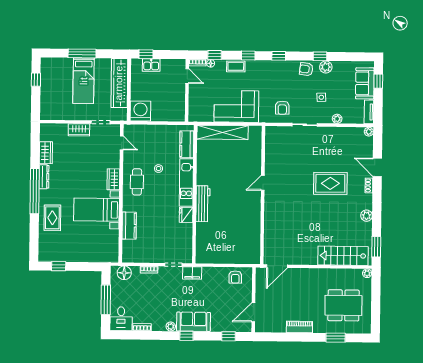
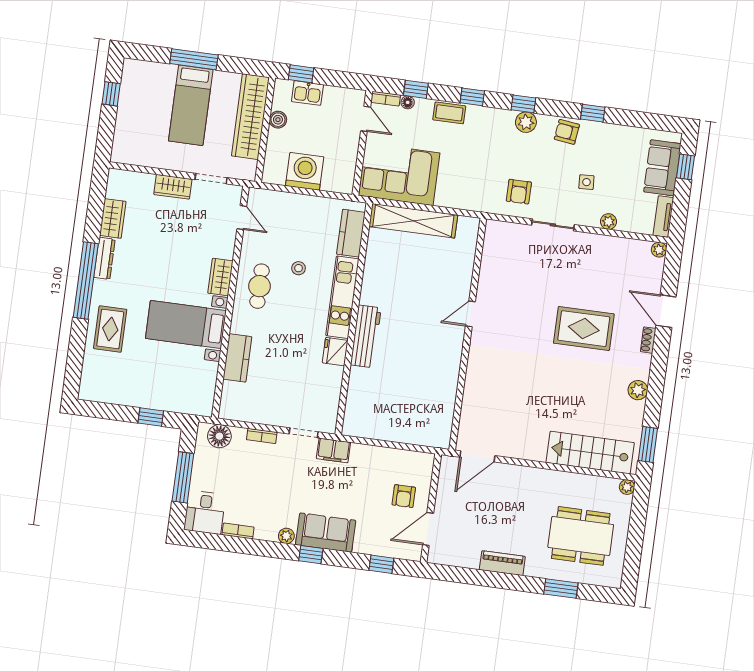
plant: (326, 67) -> (526, 122), moved
boiler: (136, 83) -> (278, 120), added
corner sofa: (236, 106) -> (399, 174), moved
washing machine: (140, 111) -> (305, 171), moved
window: (59, 266) -> (151, 417), moved
armchair: (235, 277) -> (404, 496), moved

